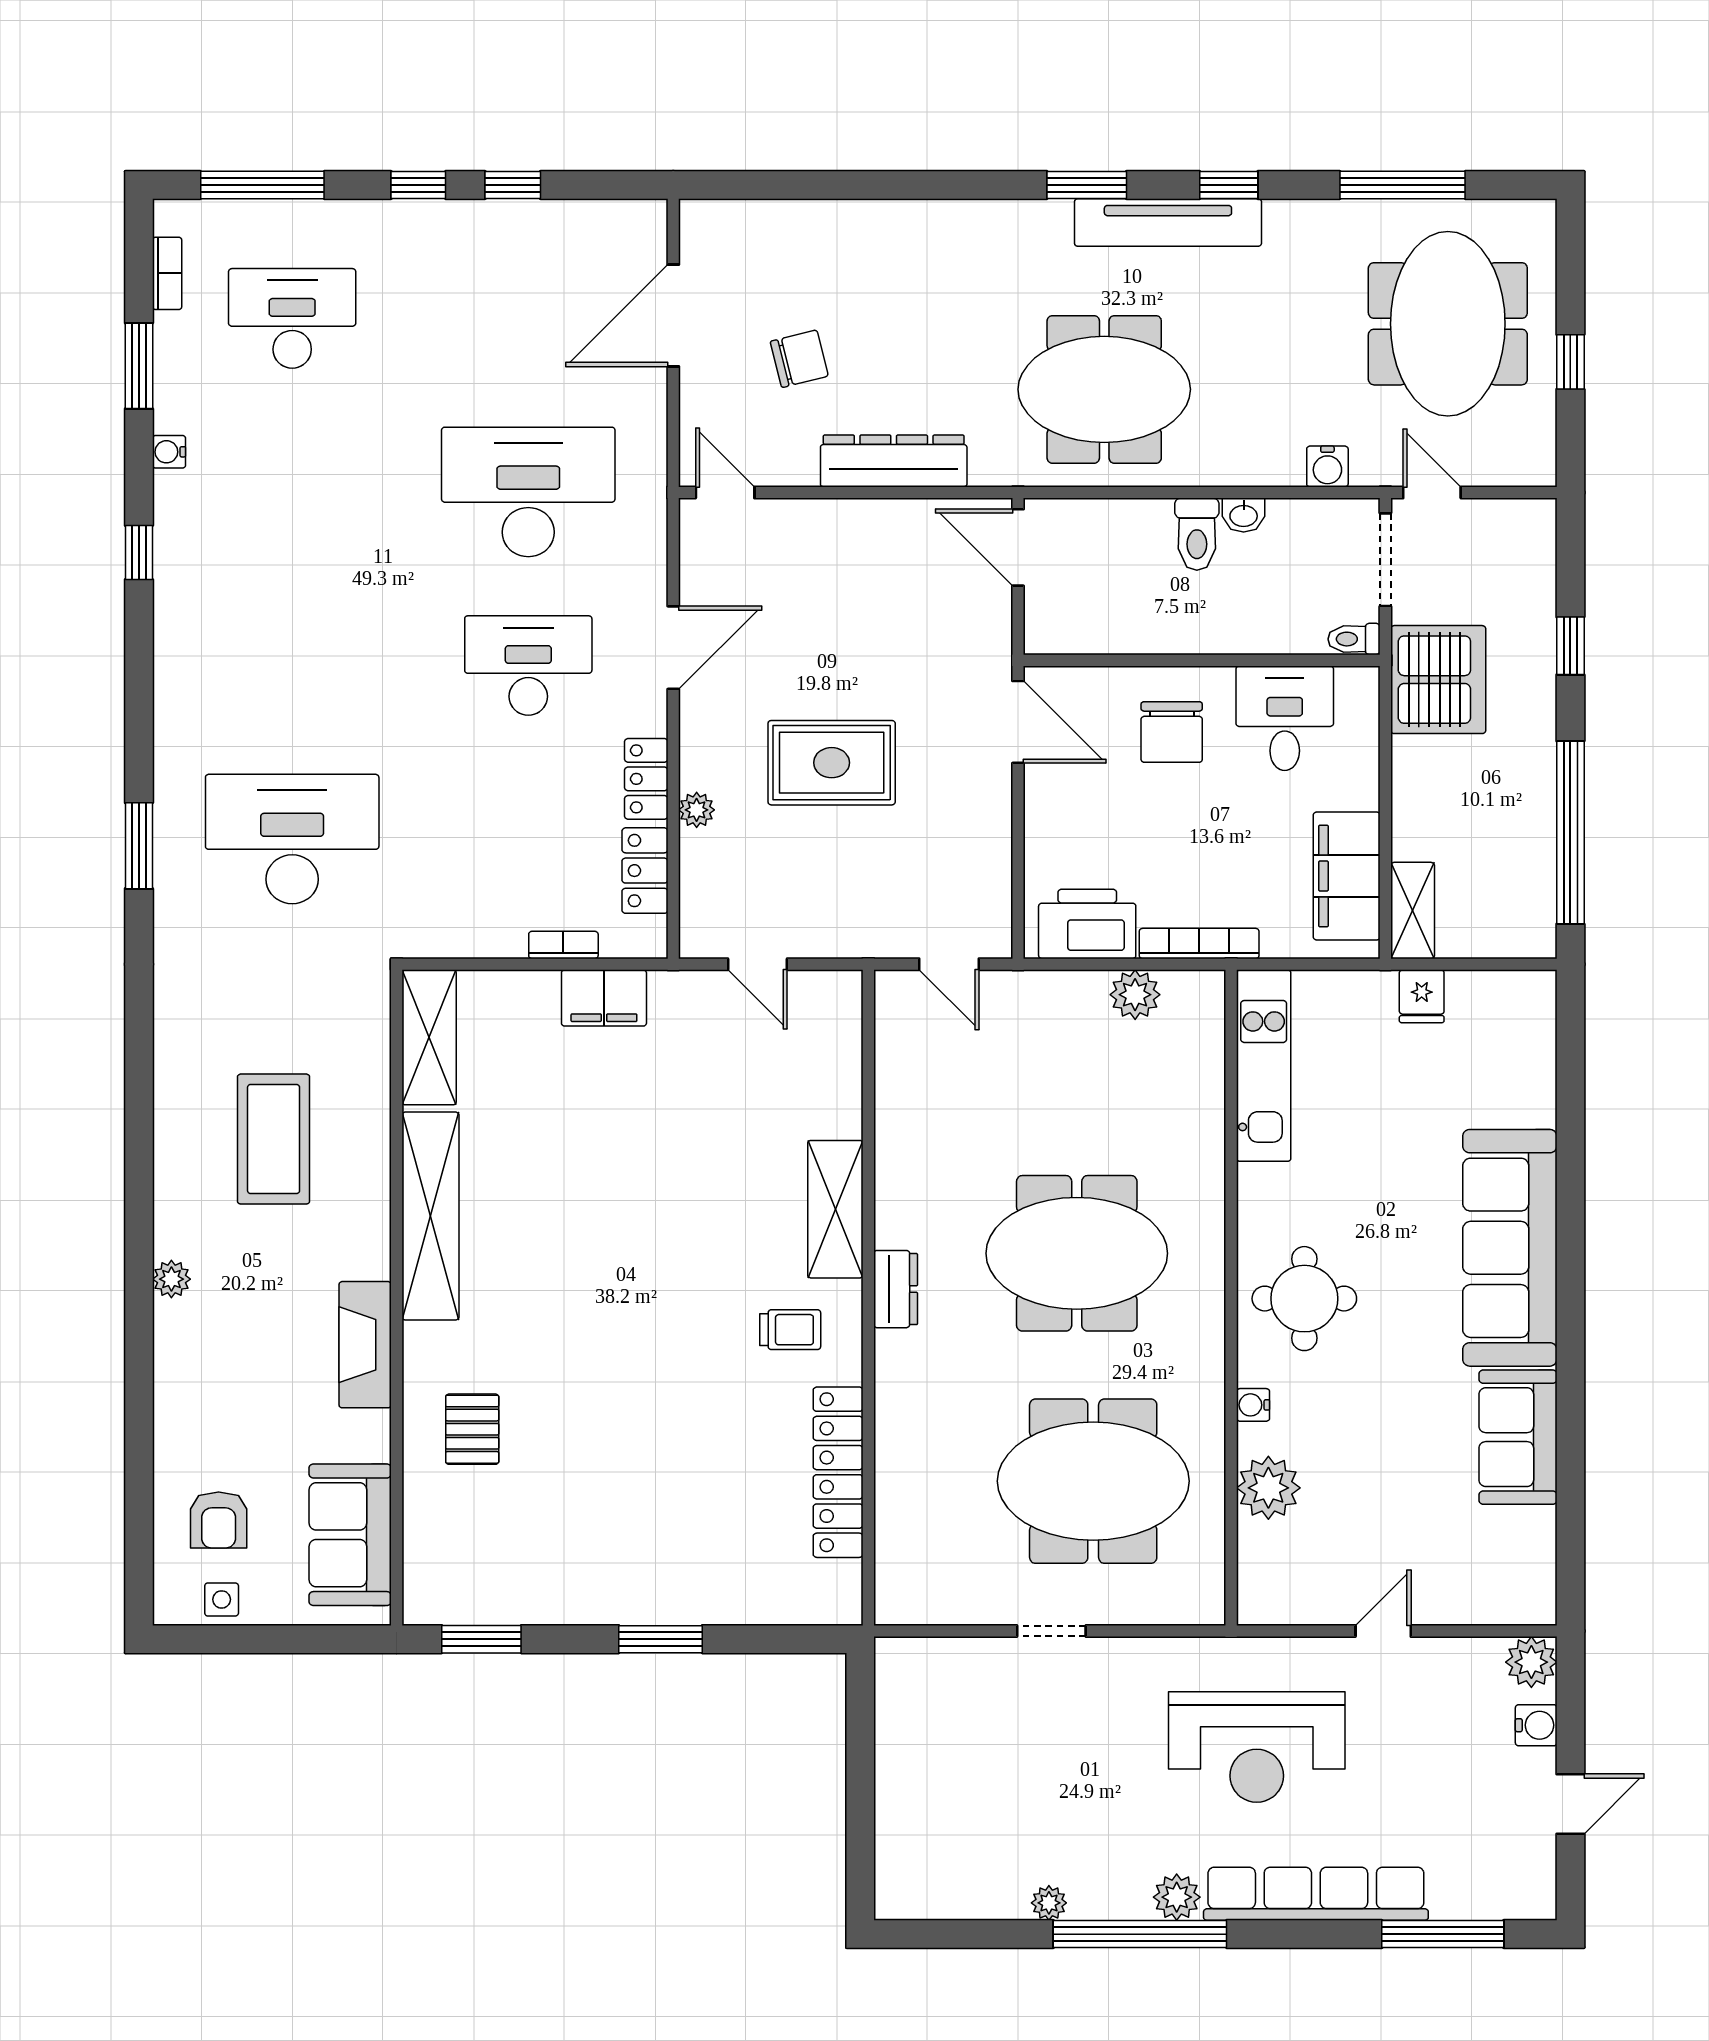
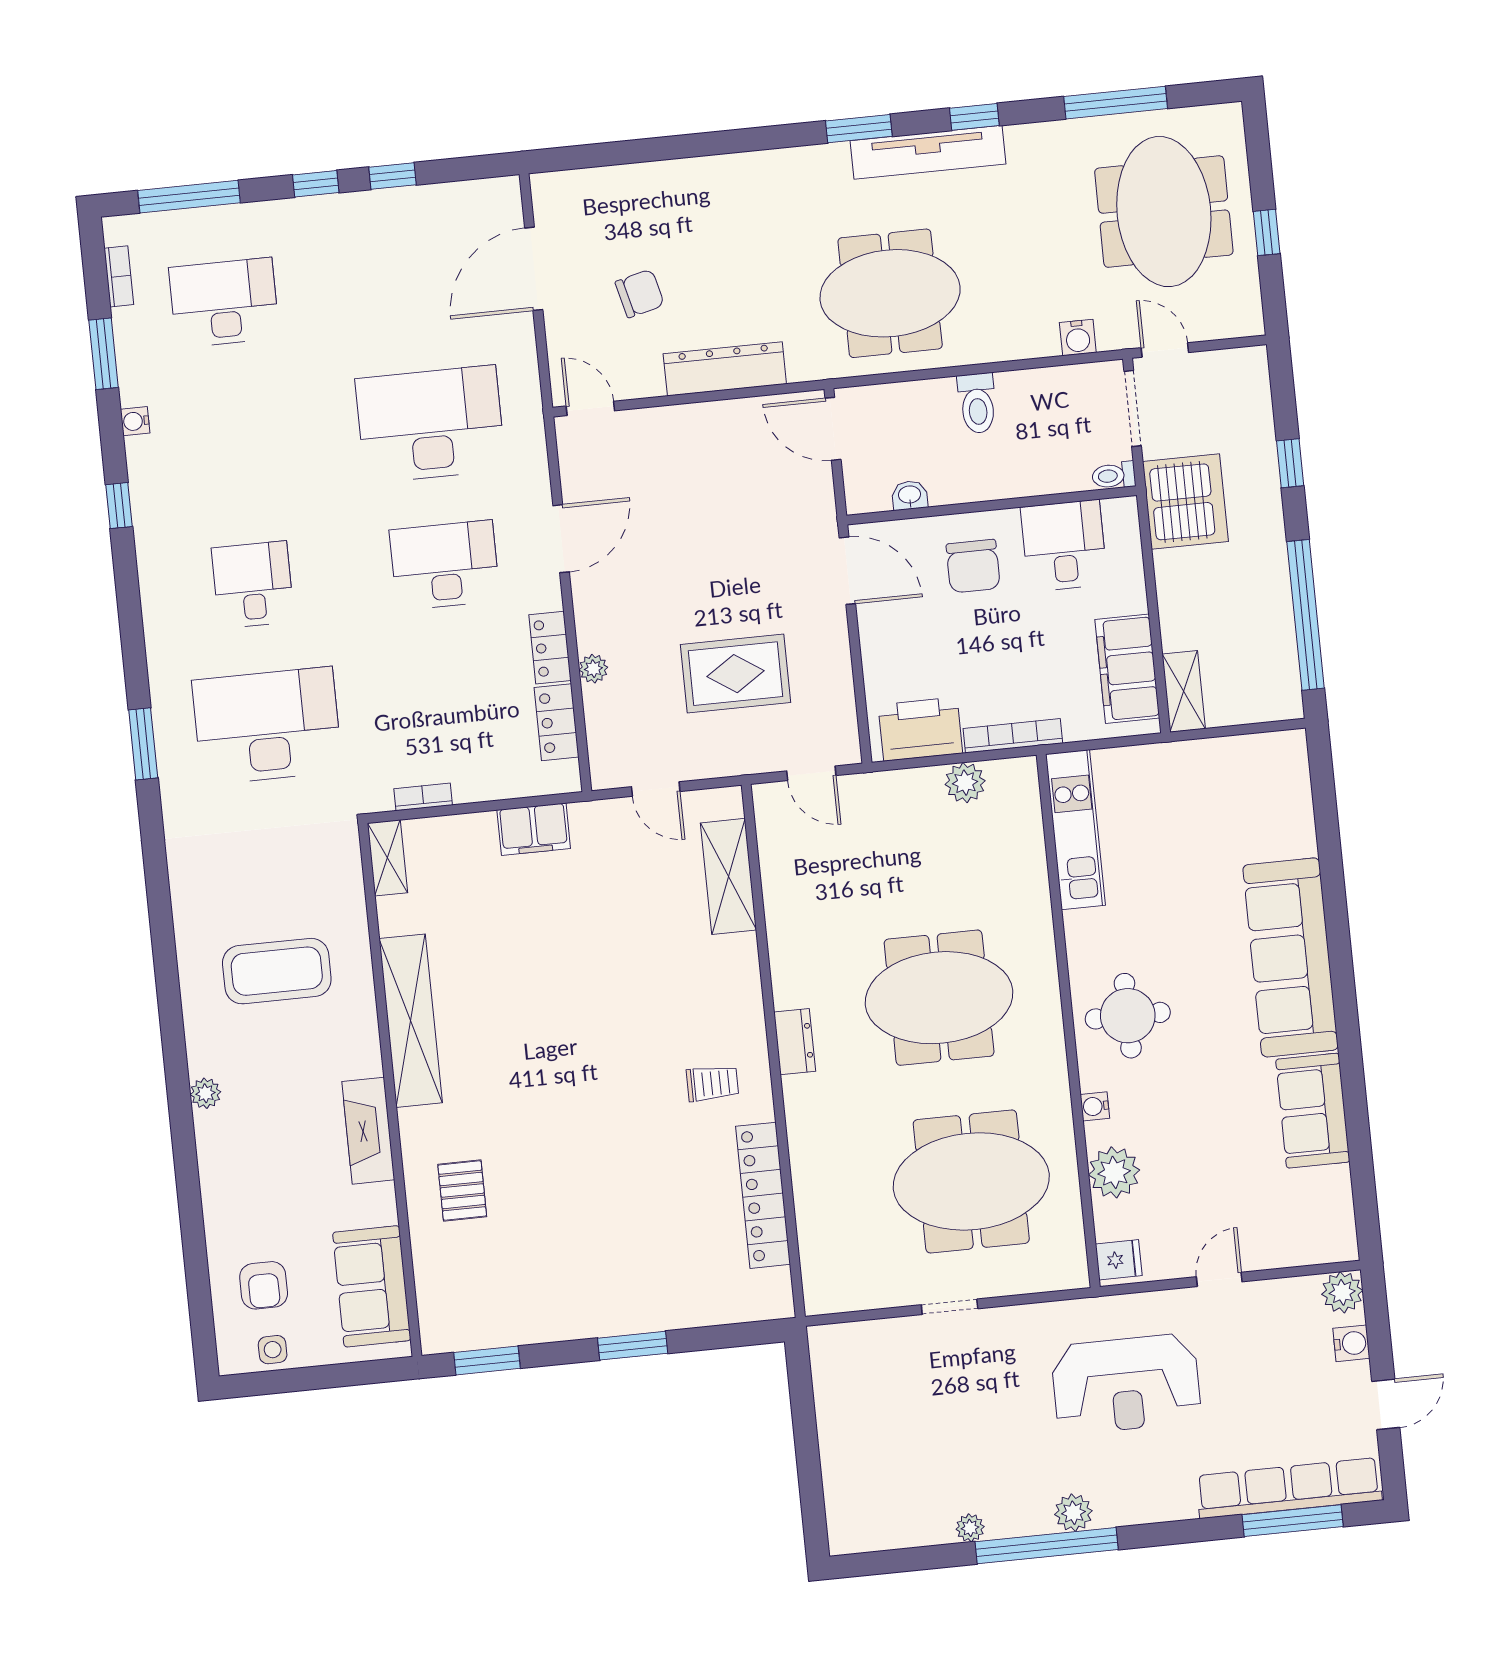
washbasin: (1244, 515) -> (910, 495), moved, turned 180
desk: (292, 665) -> (253, 585), added
rug: (832, 763) -> (735, 674), moved
bookcase: (563, 945) -> (423, 797), moved
fridge: (1422, 996) -> (1119, 1260), moved, turned -90
shelving: (429, 1037) -> (387, 858), width x0.67, depth x0.75
coffee table: (274, 1139) -> (277, 971), turned 90
shelving: (835, 1209) -> (728, 876), moved
row of seats: (1316, 1894) -> (1289, 1488), moved

